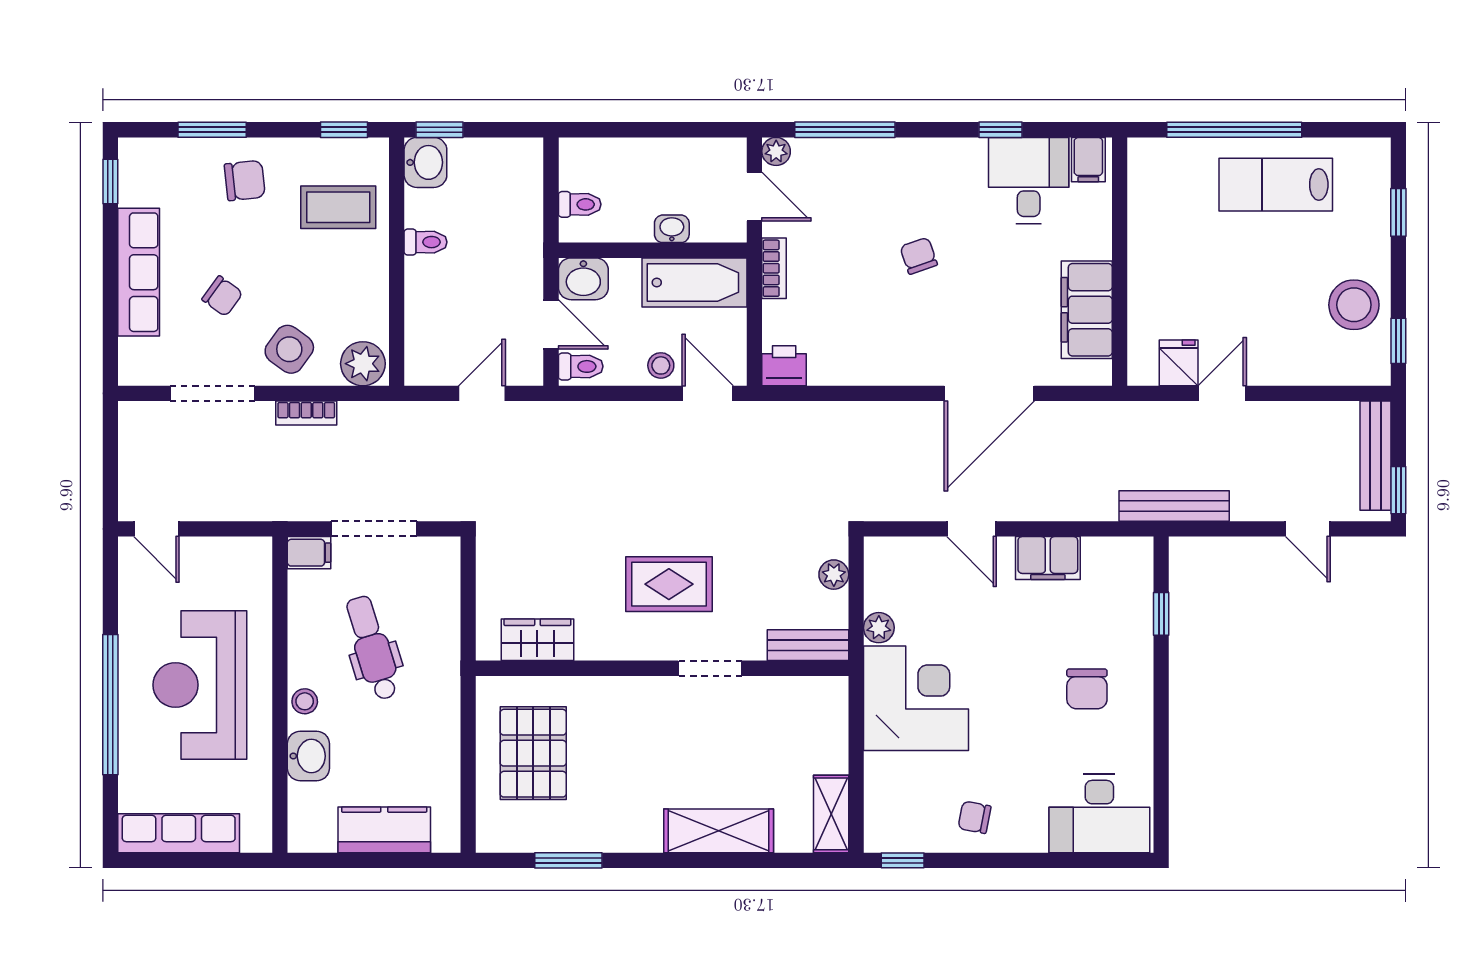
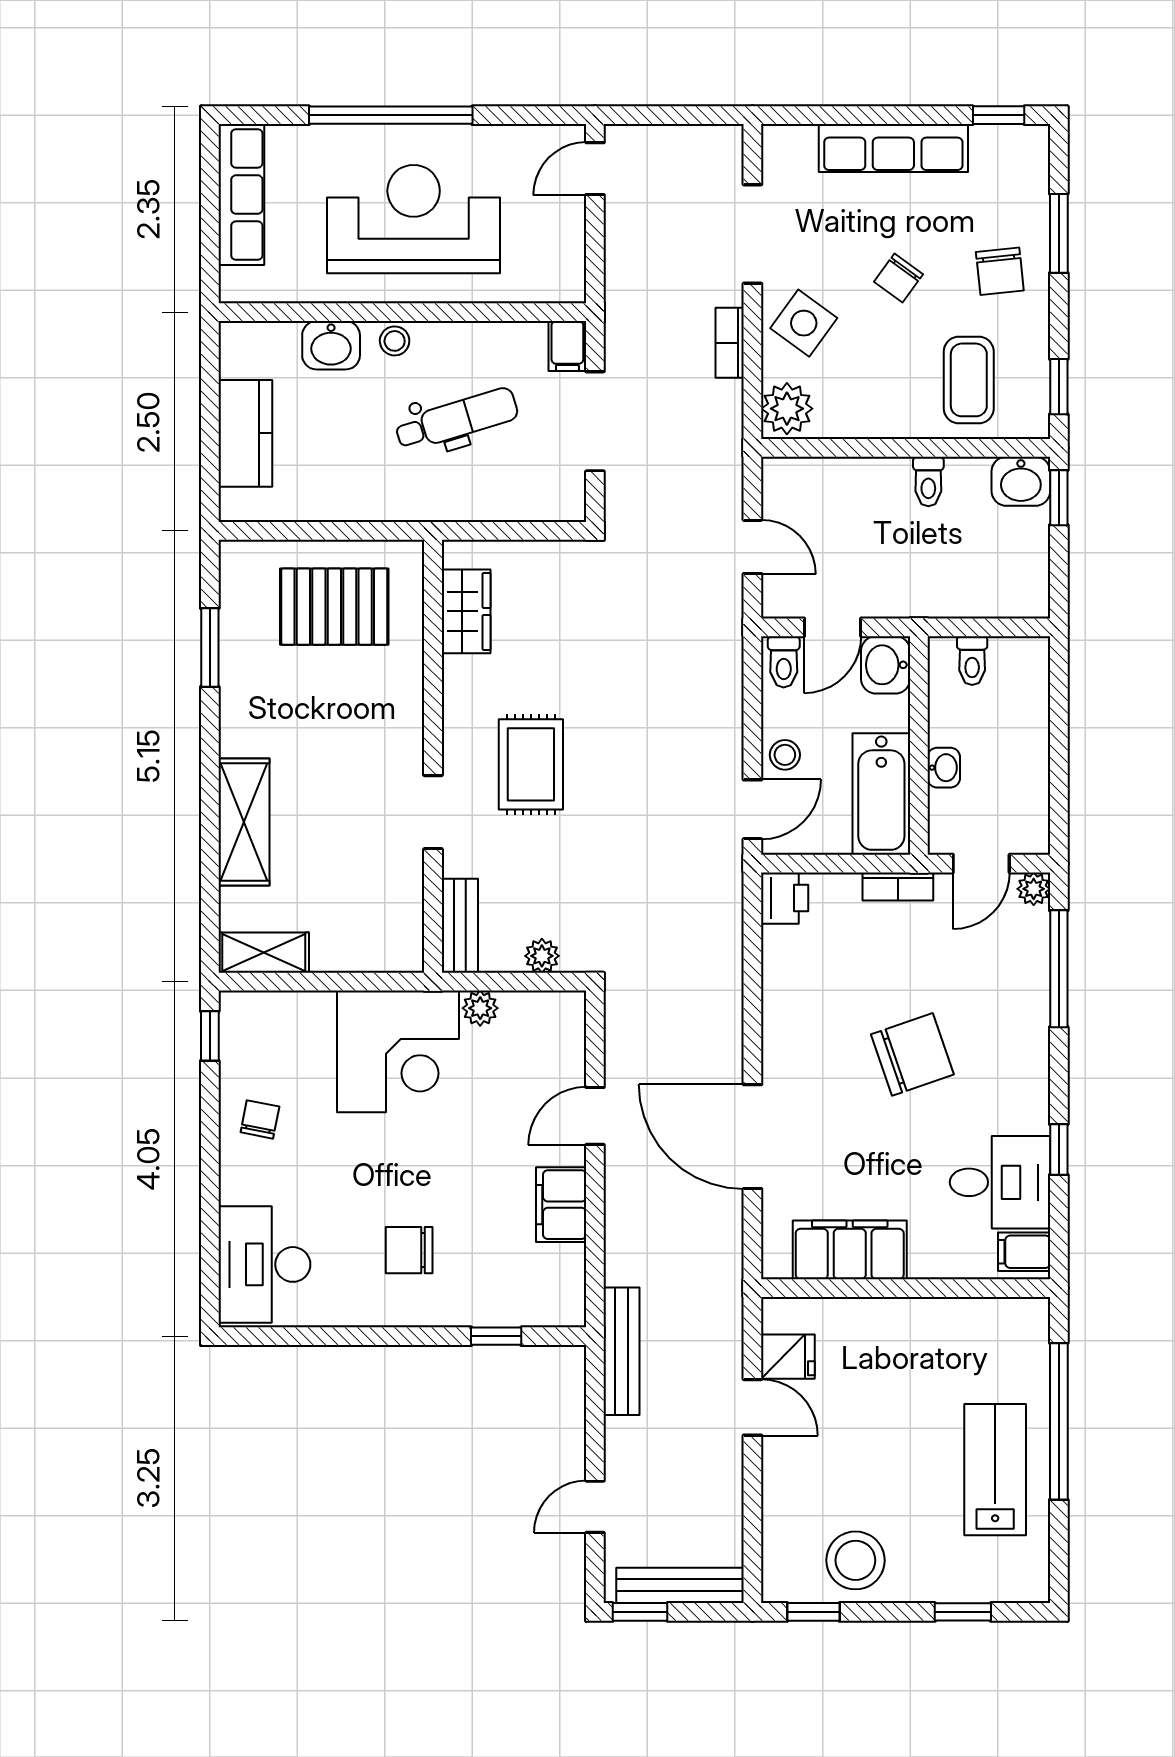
chair: (919, 256) -> (912, 1054), width x1.87, depth x1.87
chair: (222, 296) -> (899, 278), moved

